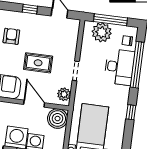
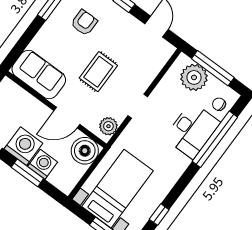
rug: (38, 63) -> (98, 72), turned 90
door: (34, 104) -> (67, 118), swing flipped
window: (131, 112) -> (159, 214), moved

